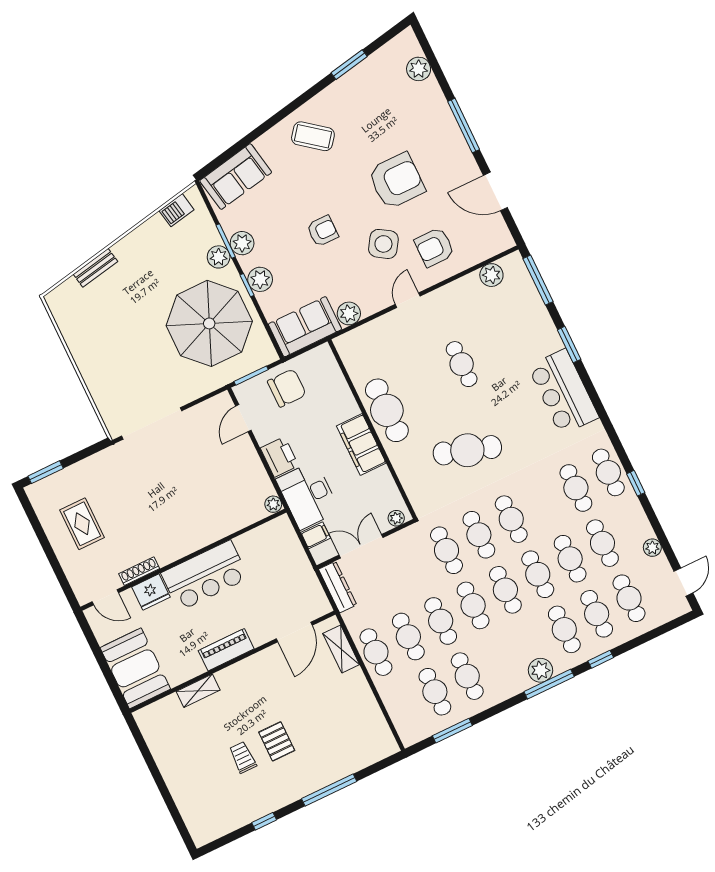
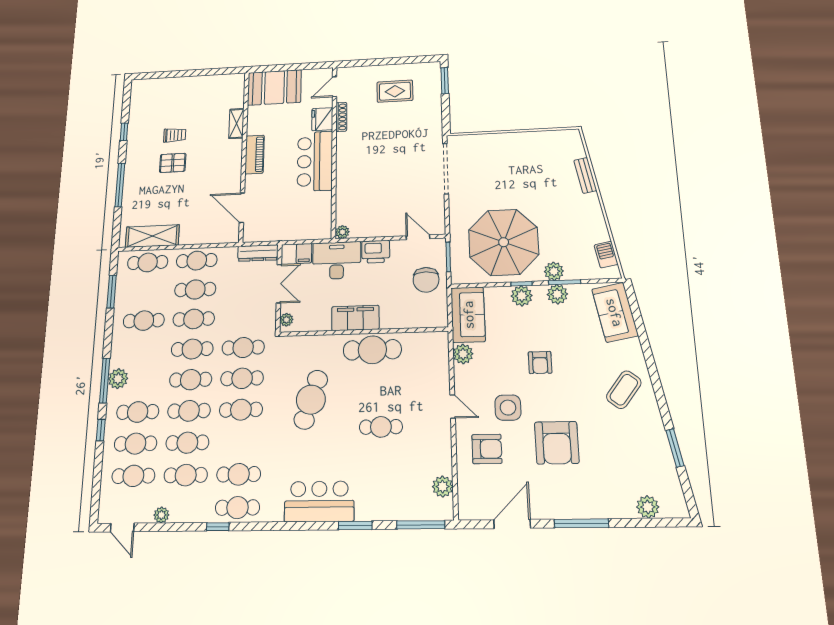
side table: (383, 244) -> (508, 408), turned -33
armchair: (434, 247) -> (487, 449), turned 90
shelving: (341, 649) -> (152, 236), moved, width x1.50, depth x1.33
cafe table: (435, 692) -> (148, 262), moved

